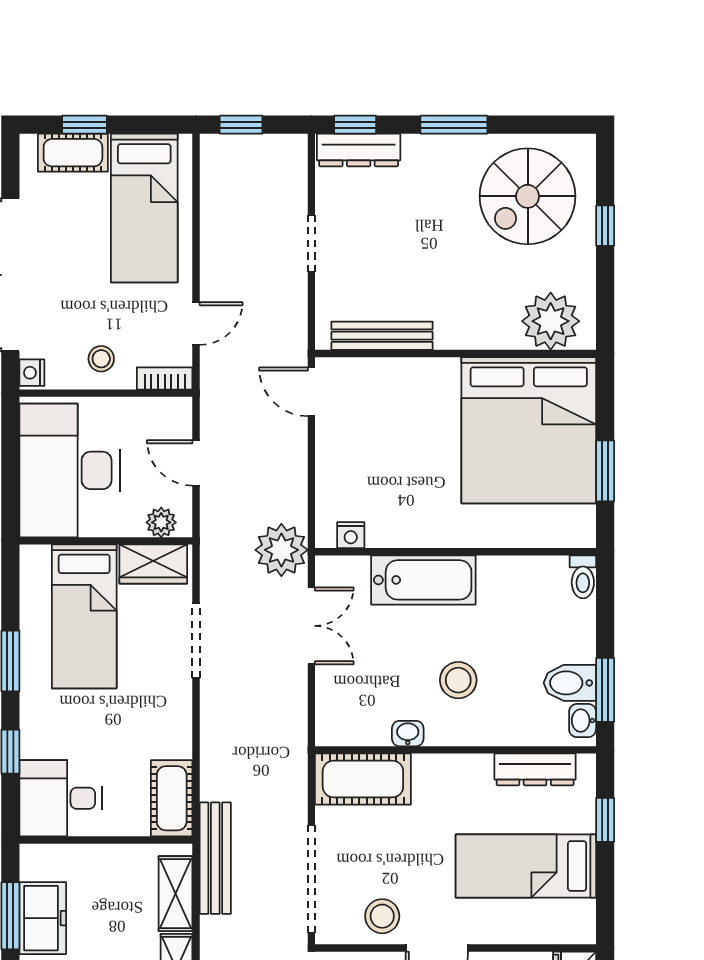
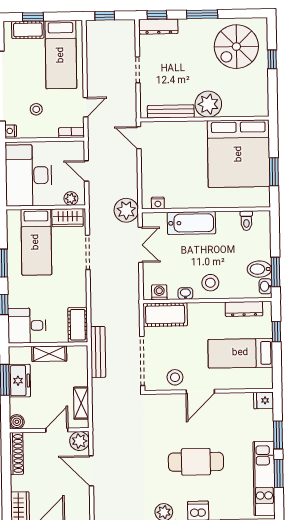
plant: (551, 321) -> (208, 104), moved
stool: (101, 359) -> (36, 109), moved
toilet: (583, 577) -> (246, 221), moved
stool: (458, 680) -> (210, 283), moved
washing machine: (351, 730) -> (159, 292), added
shelving: (176, 894) -> (49, 354), moved, turned 90

